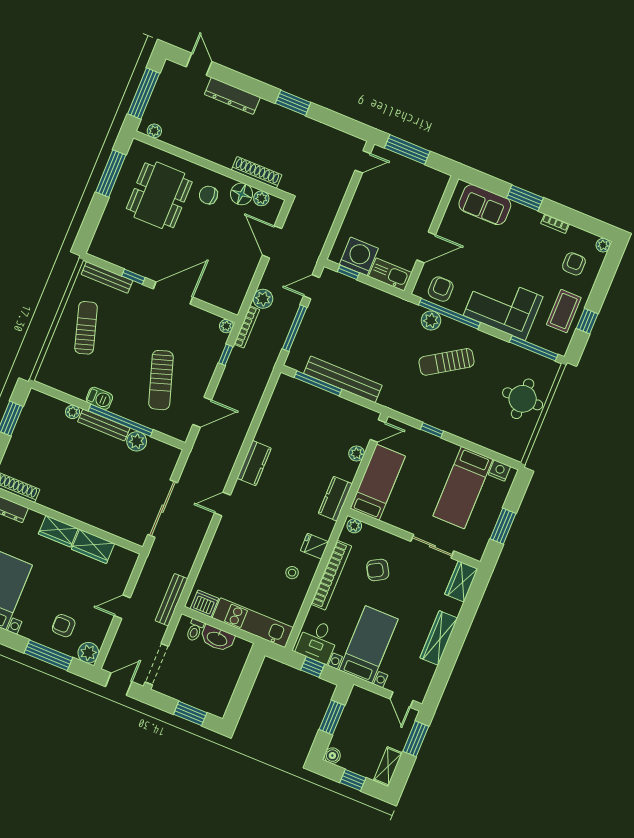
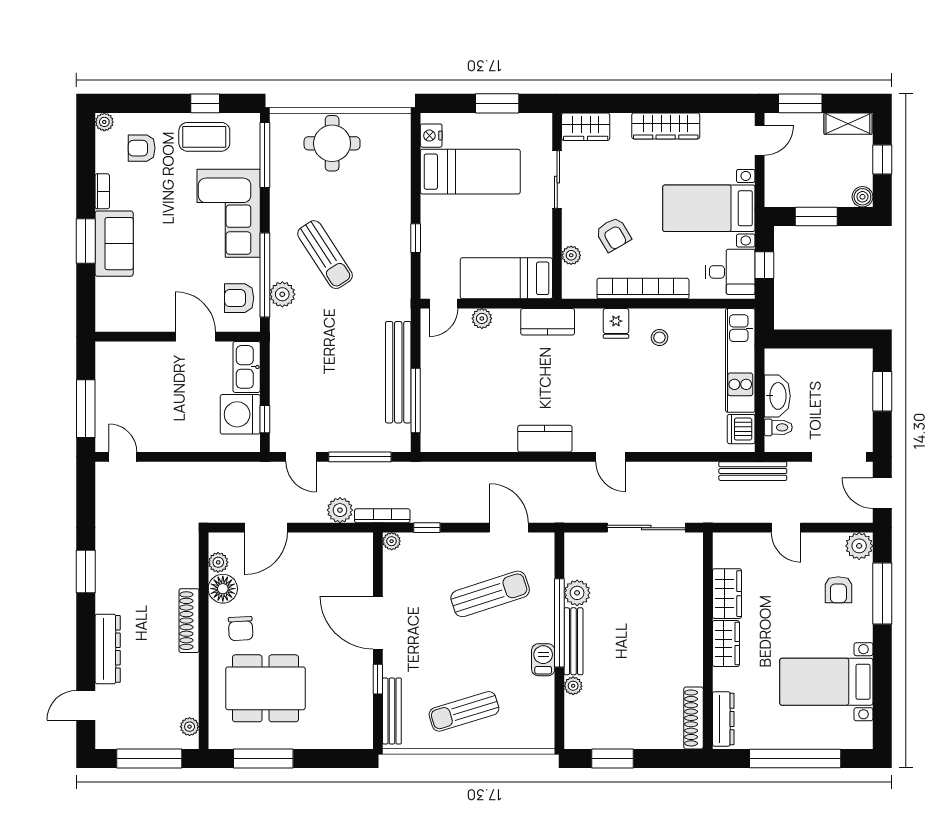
shoe rack: (257, 172) -> (189, 621), moved
sofa: (485, 205) -> (114, 244), moved
door: (378, 431) -> (444, 304), swing flipped
plant: (354, 526) -> (571, 255), moved

